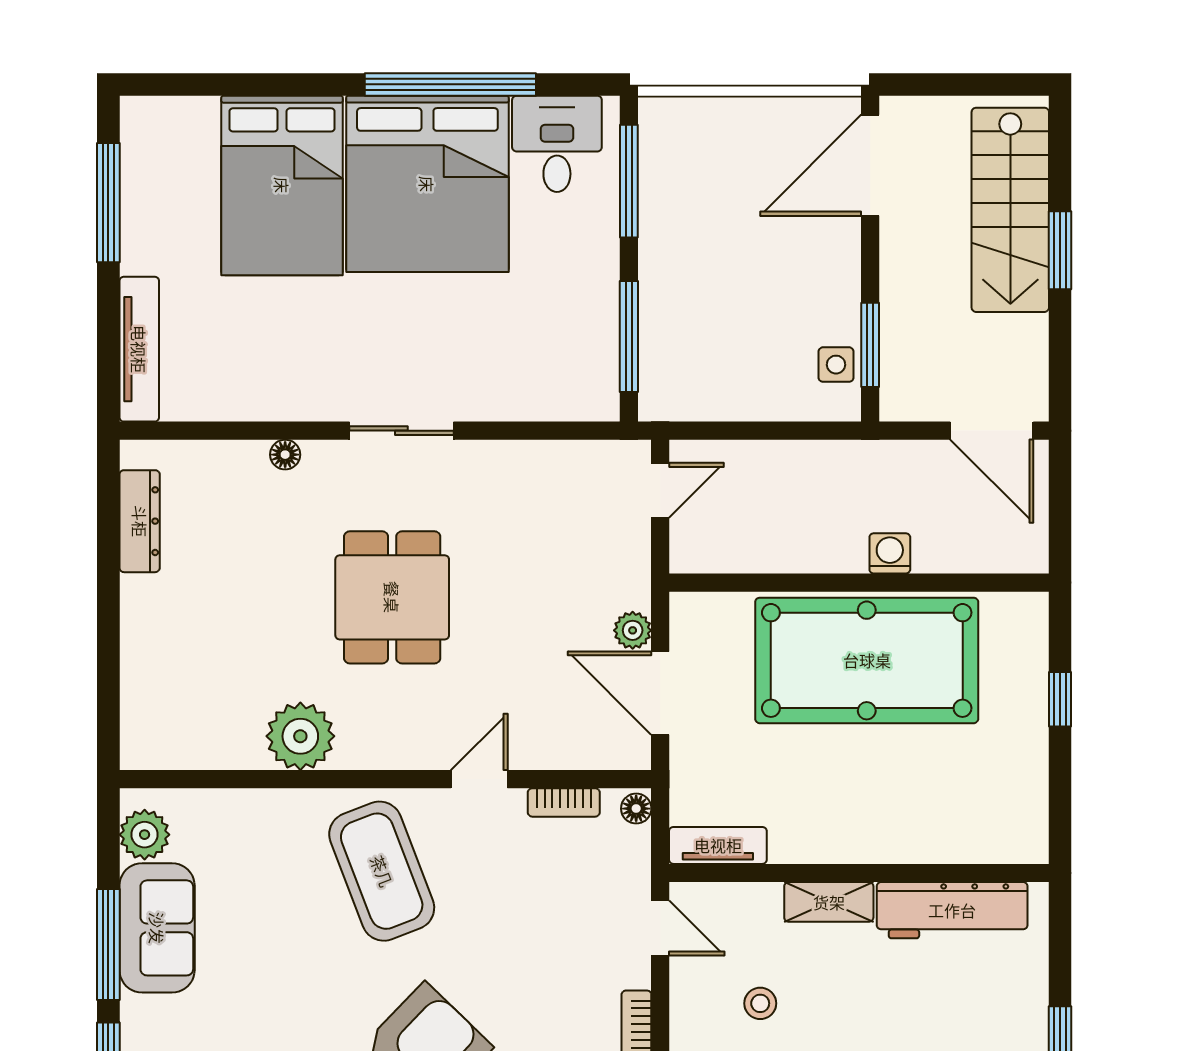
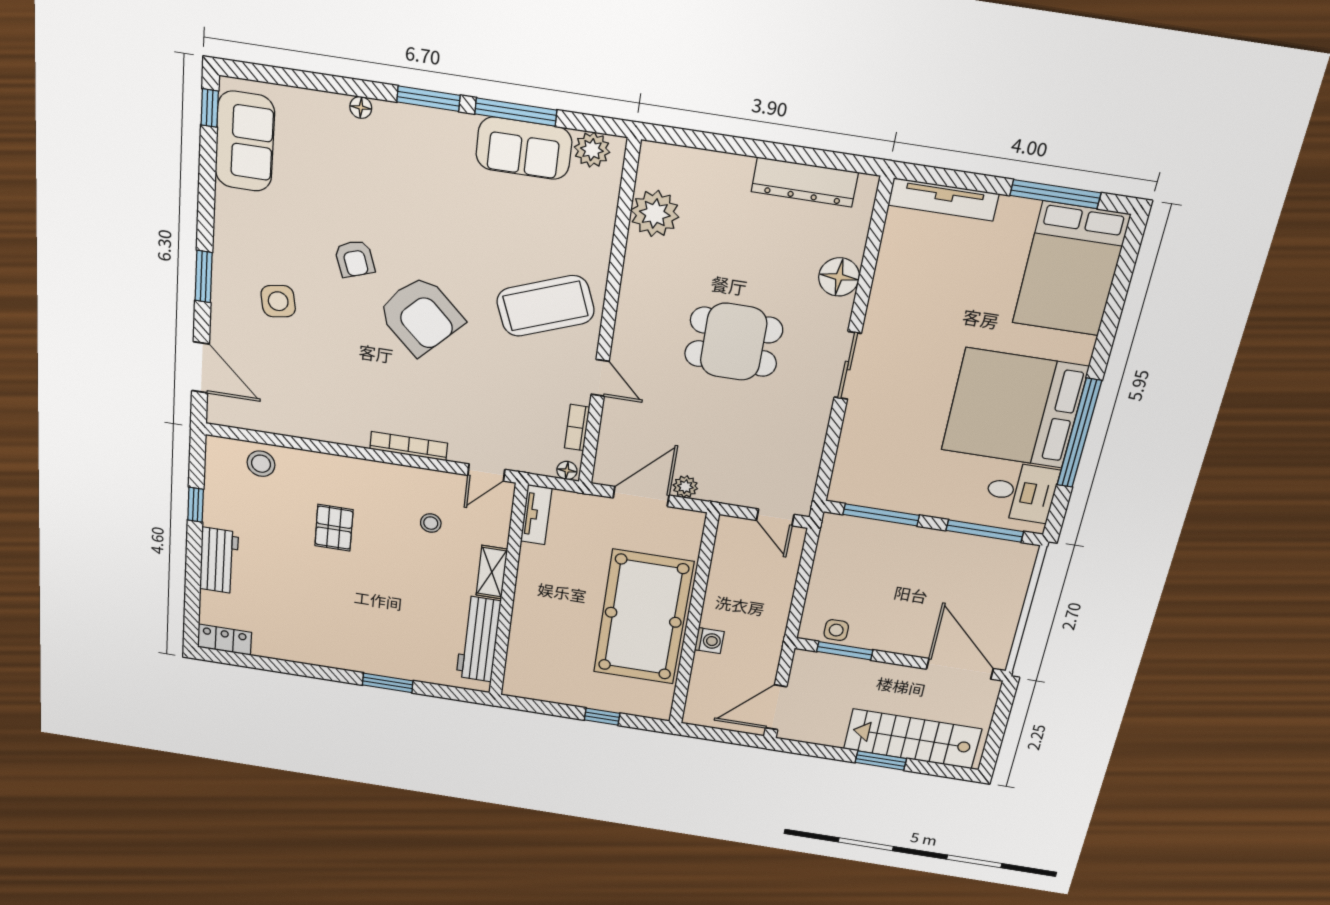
bed: (282, 185) -> (1071, 269), moved, turned -90
floor lamp: (285, 455) -> (839, 277), width x1.89, depth x1.89
dresser: (140, 521) -> (805, 182), width x1.37, depth x1.24
plant: (300, 736) -> (655, 214), moved

